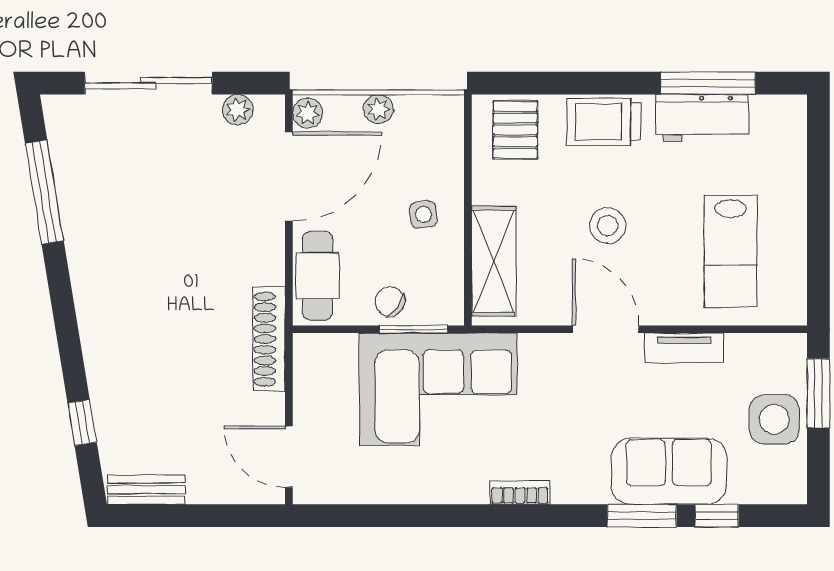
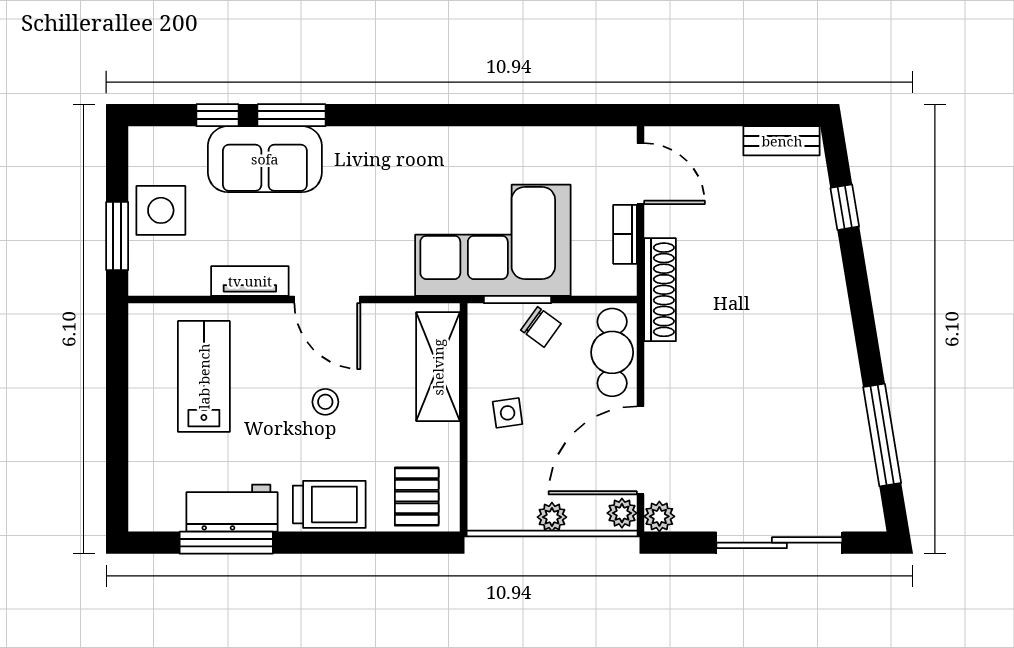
plant: (238, 110) -> (659, 516), moved
stool: (608, 226) -> (325, 402), width x0.73, depth x0.73
bookcase: (520, 493) -> (625, 234), moved, turned 90

